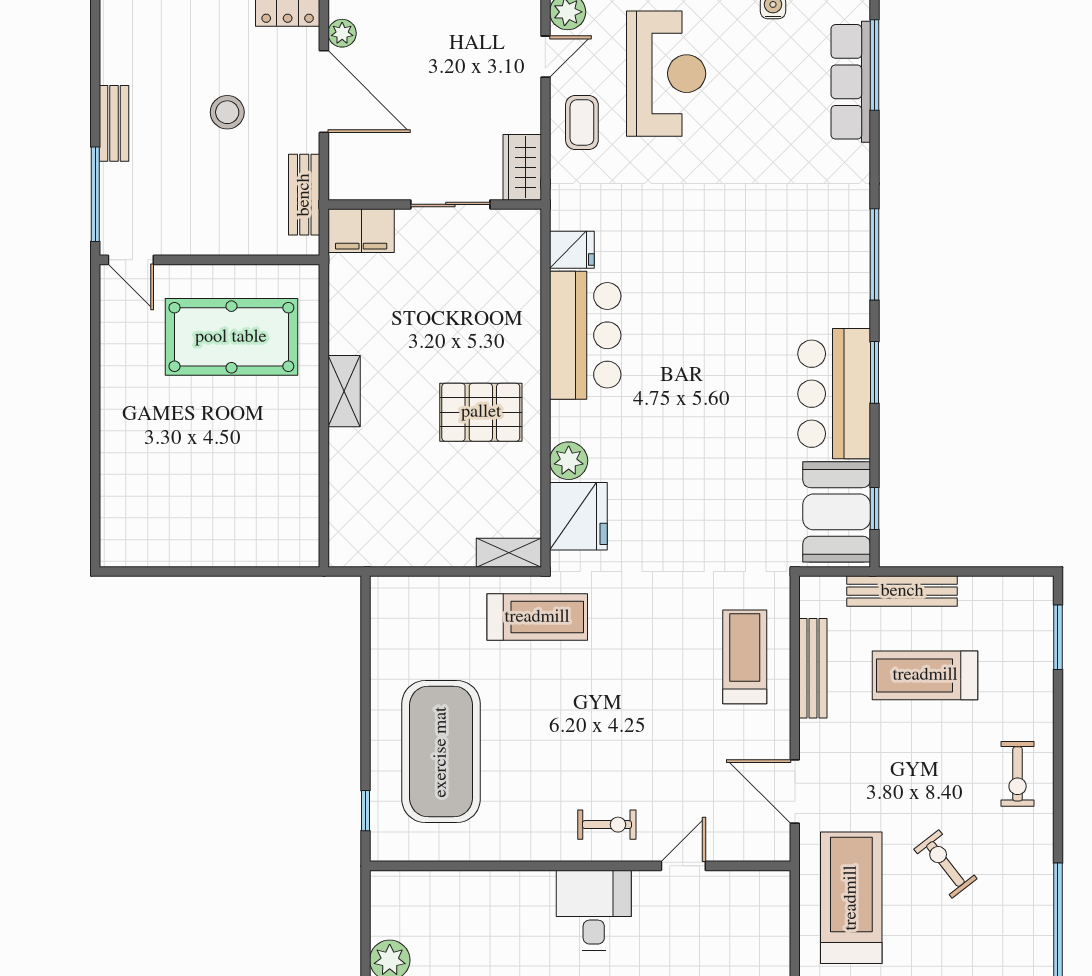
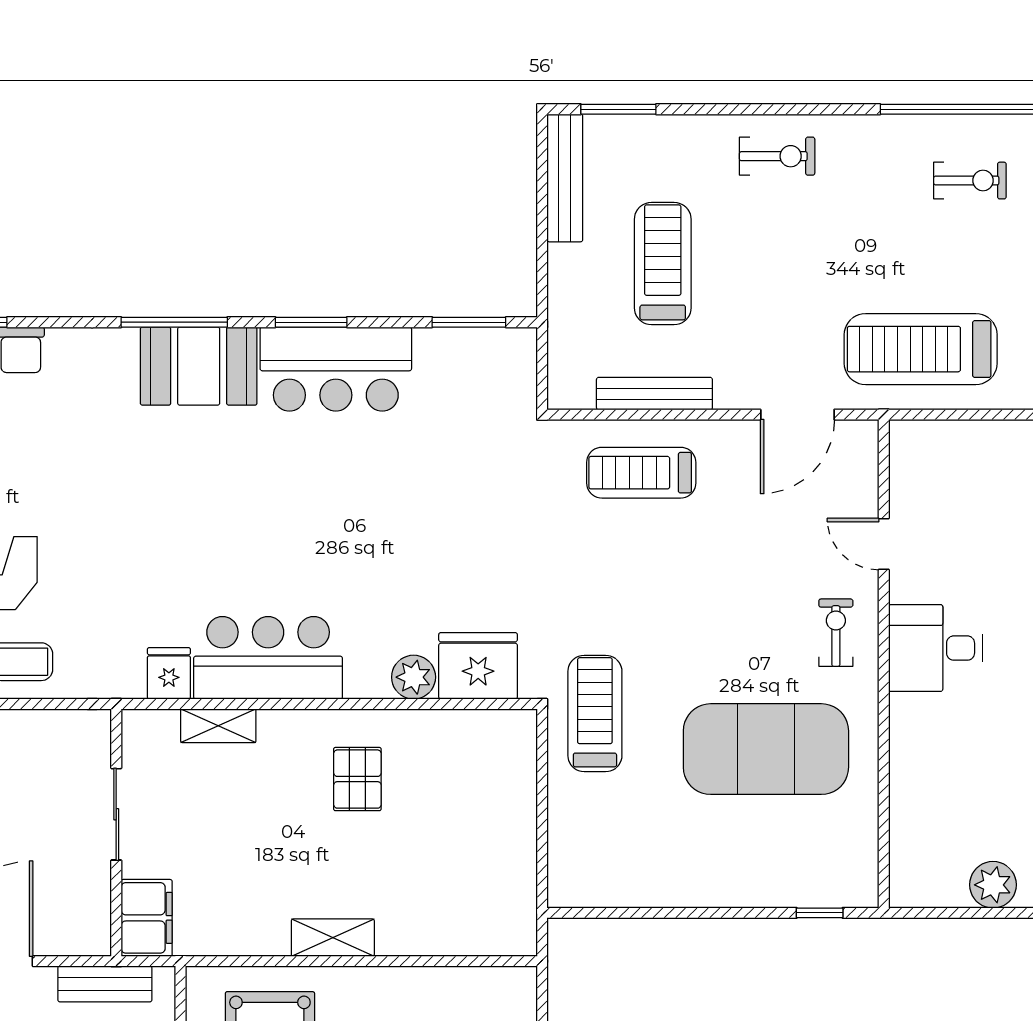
wardrobe: (522, 167) -> (73, 731), removed
pallet: (481, 412) -> (357, 779), width x0.67, depth x0.71
window: (874, 508) -> (469, 322), width x1.50
booth: (837, 512) -> (199, 366), moved
shelving: (509, 553) -> (218, 726), moved, turned 90
bench: (902, 591) -> (565, 178), moved
treadmill: (925, 675) -> (663, 264), turned 180
exercise mat: (441, 752) -> (766, 749), moved
exercise bike: (945, 864) -> (970, 181), moved, turned -142

